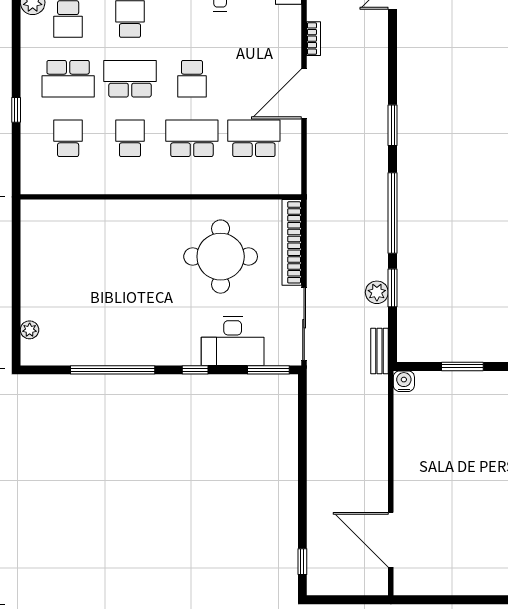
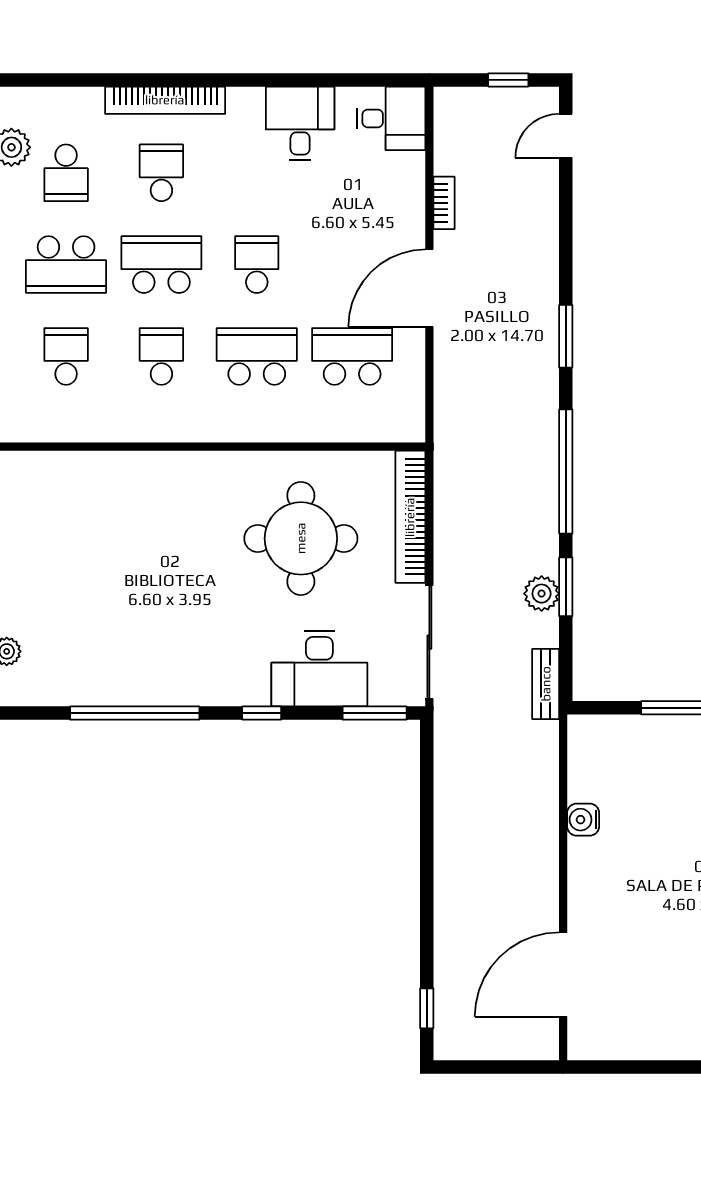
school desk: (192, 79) -> (257, 265), turned 180
water cooler: (404, 381) -> (583, 820), moved, turned -90
door: (391, 540) -> (563, 975), hinge flipped

